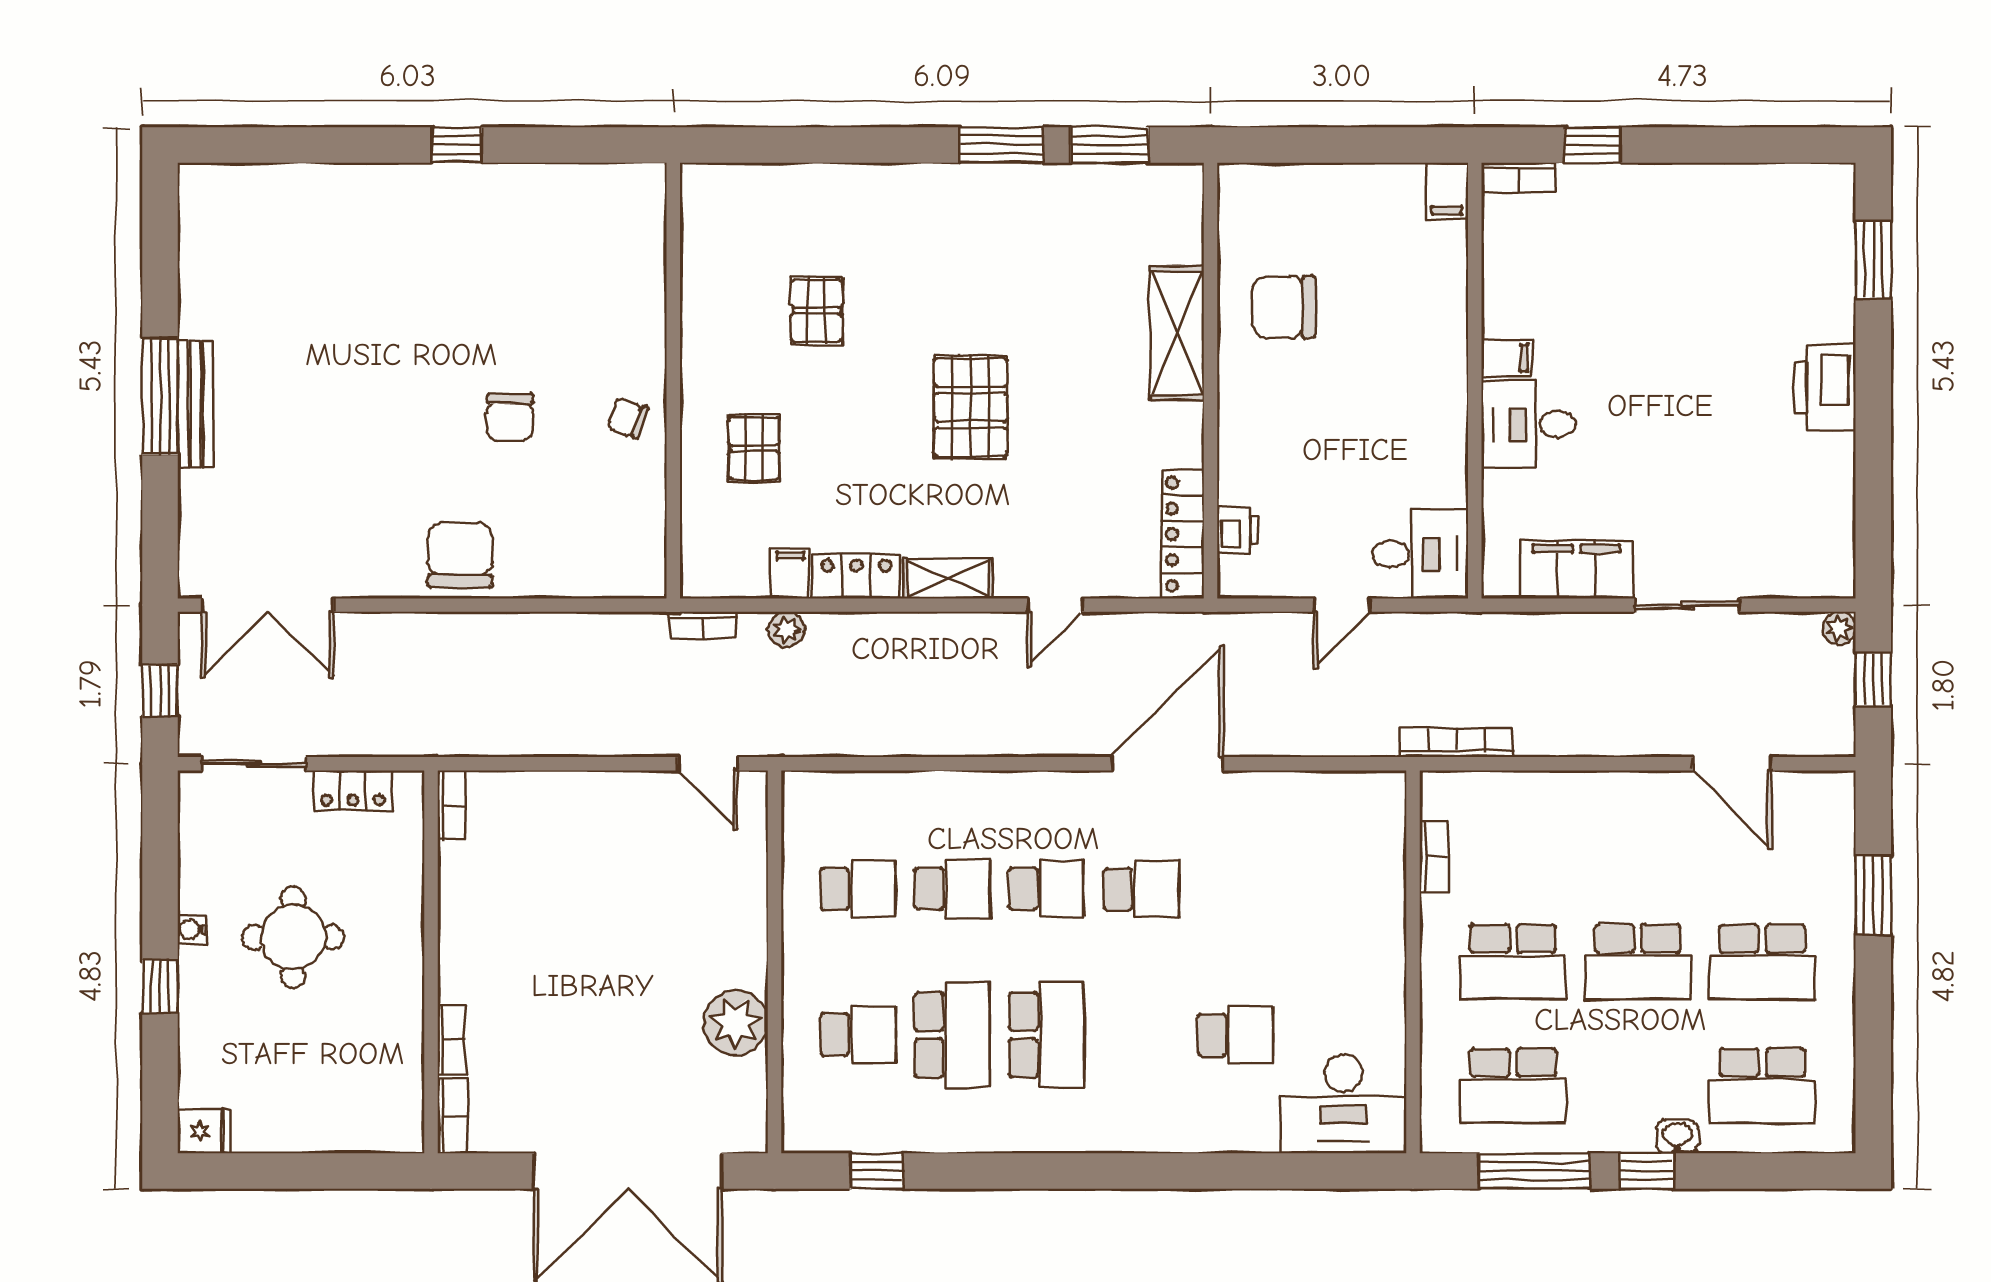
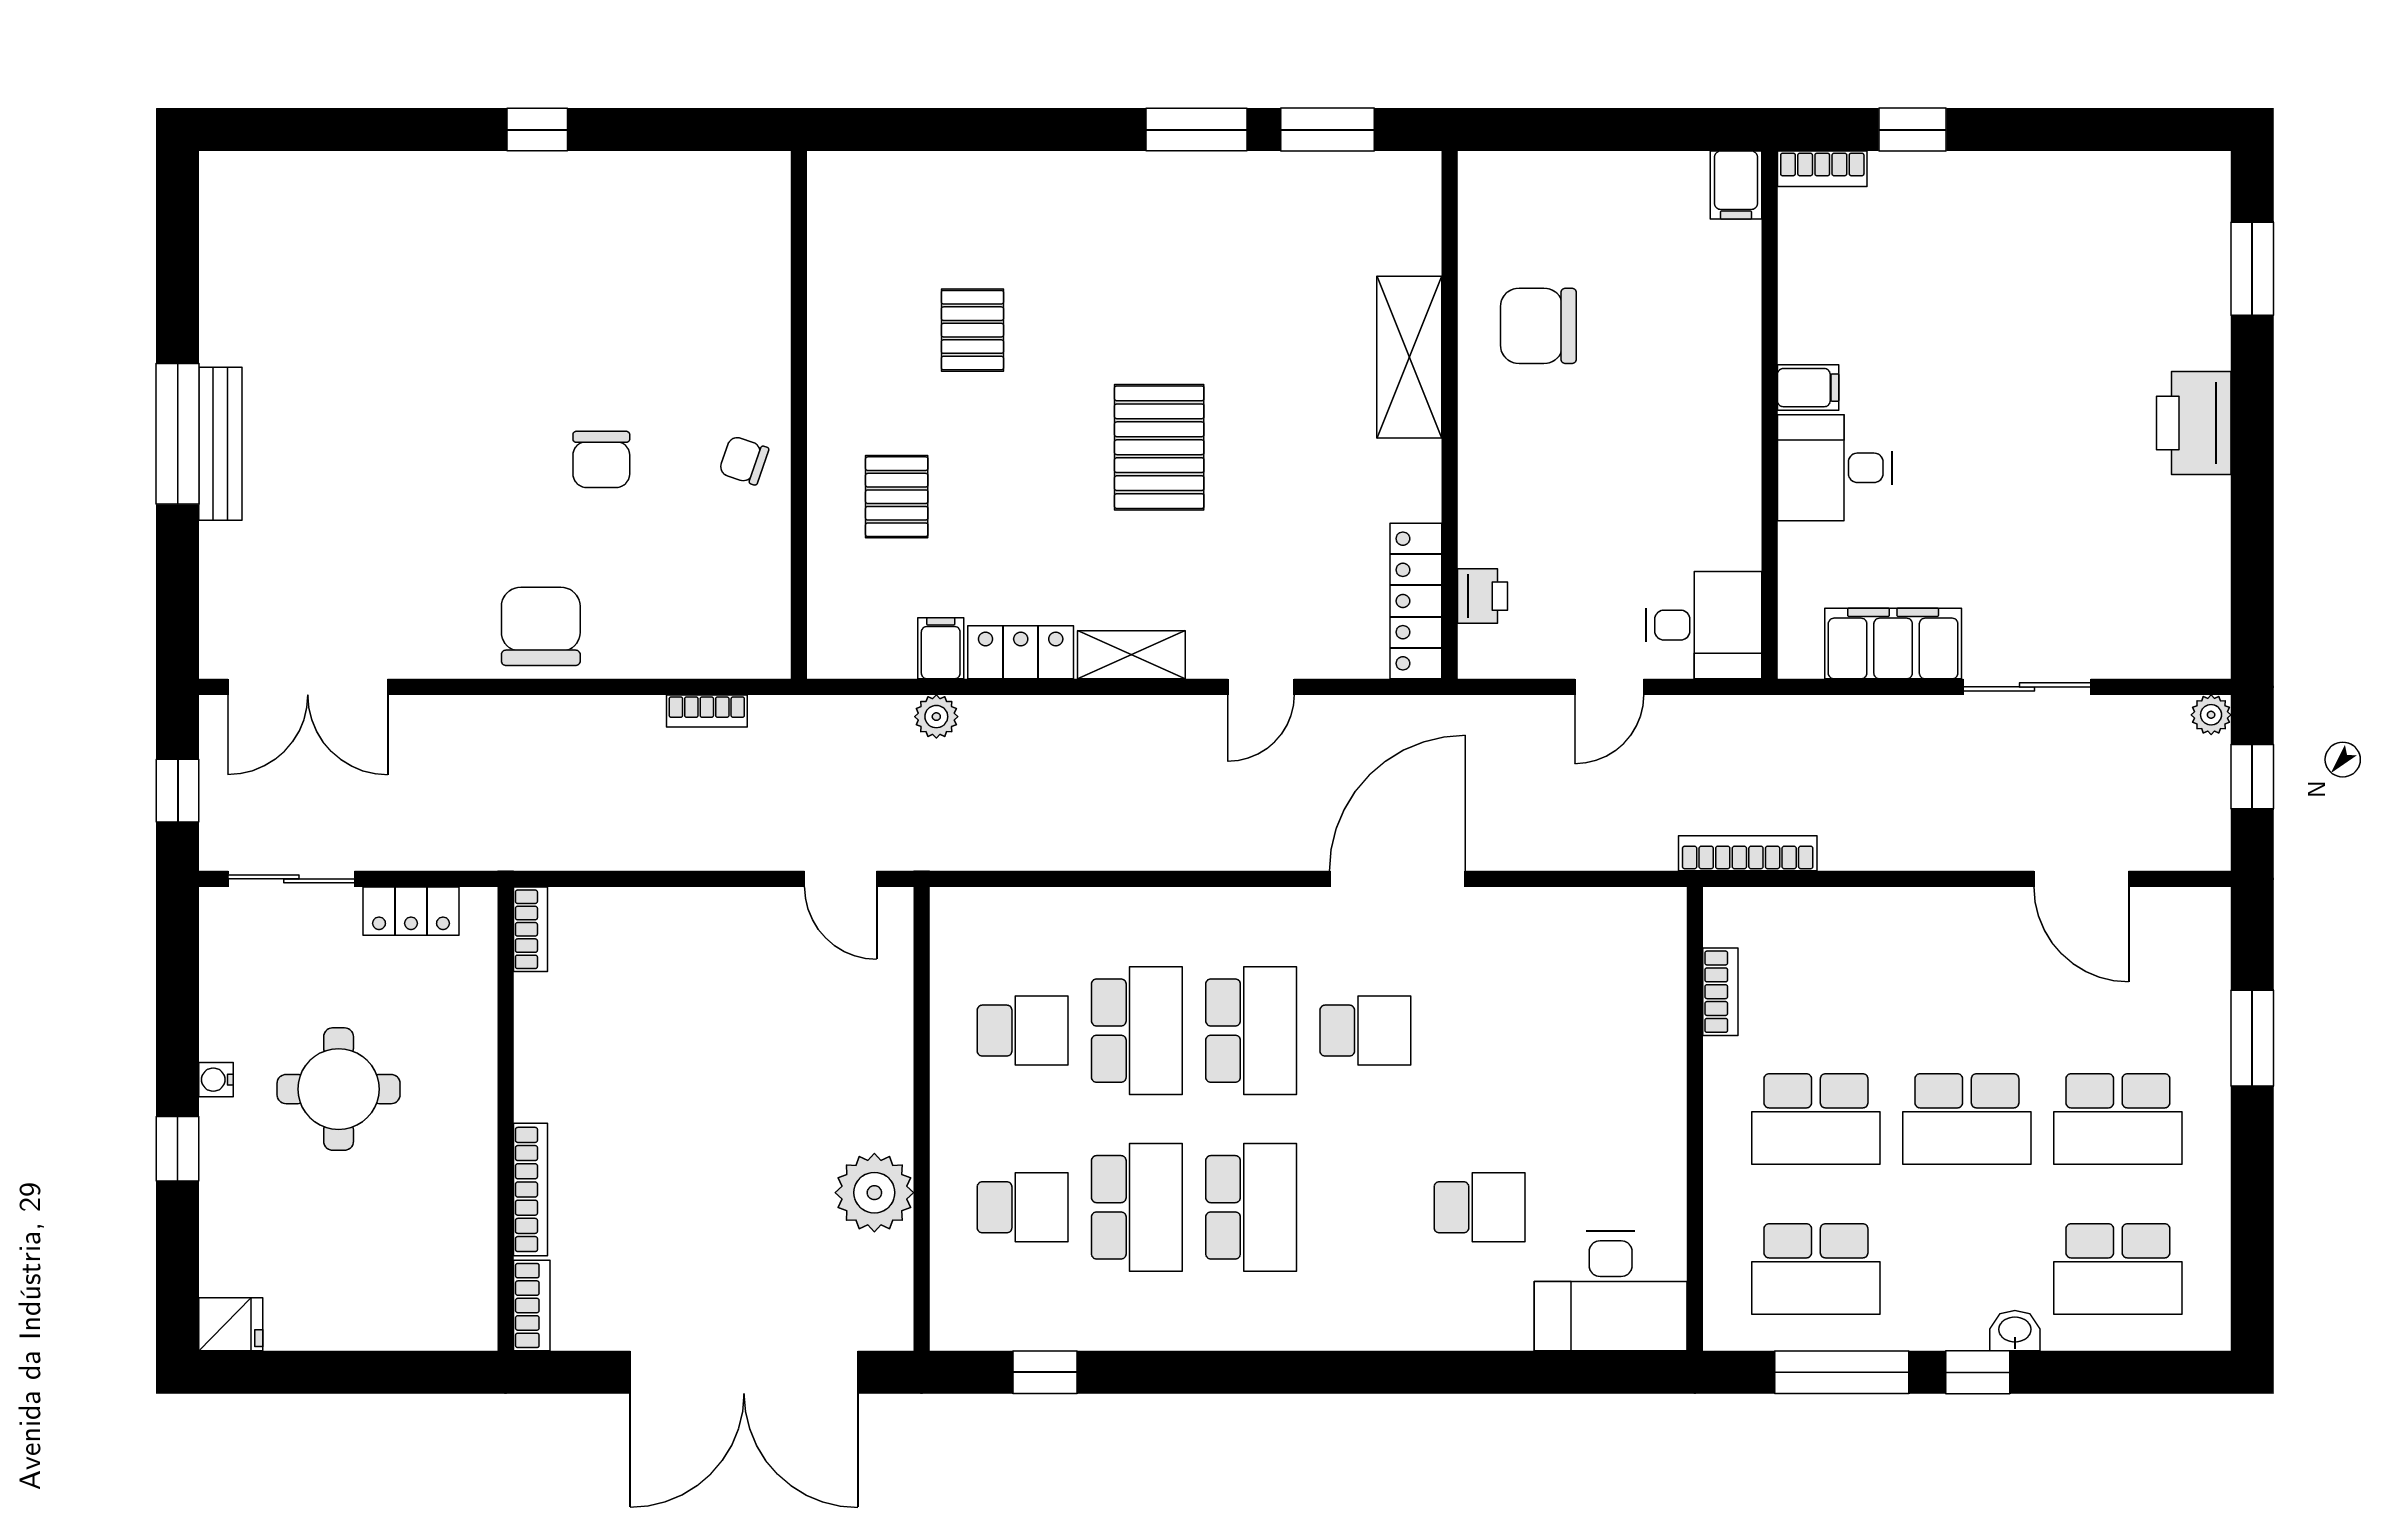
bookcase: (703, 625) -> (707, 711), moved
school desk: (952, 889) -> (1137, 1031), width x1.85
school desk: (1047, 889) -> (1251, 1031), width x1.85
bookcase: (452, 1040) -> (531, 1189), width x1.56

